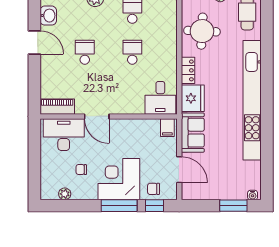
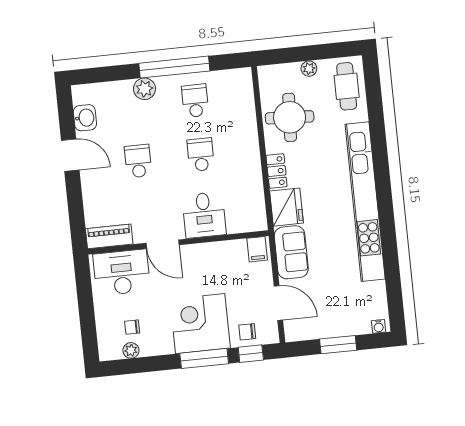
desk: (160, 98) -> (204, 215), moved
chair: (81, 170) -> (132, 327), moved
window: (233, 206) -> (338, 345), moved

